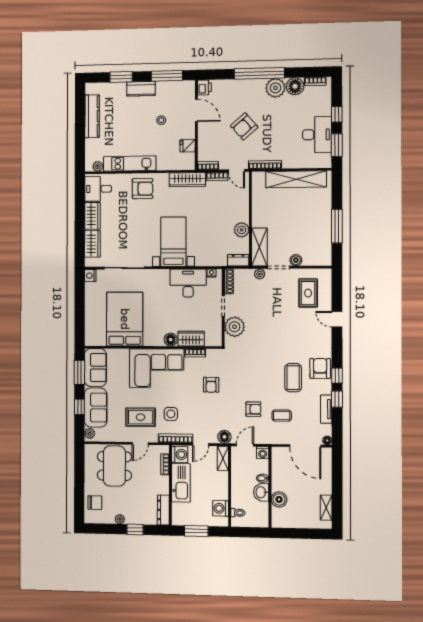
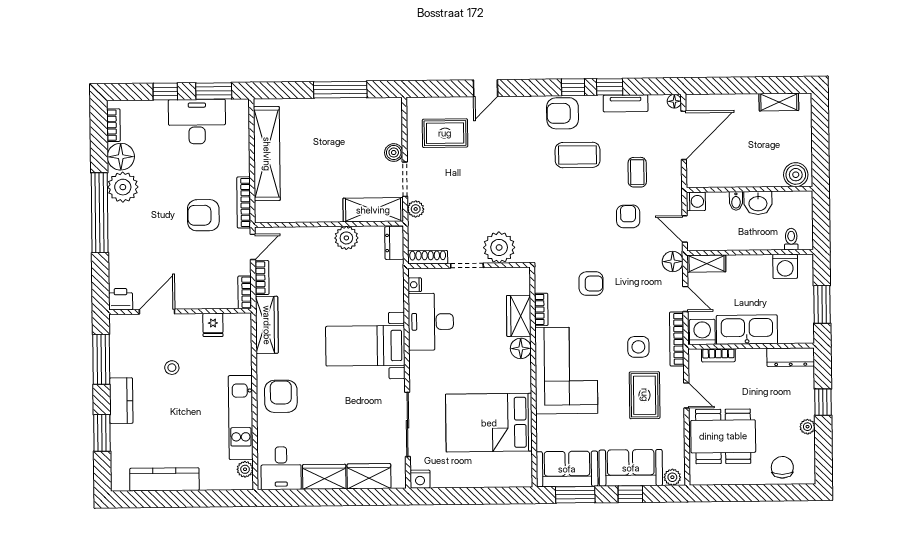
armchair: (244, 126) -> (203, 215), moved, turned 131
boiler: (279, 499) -> (796, 175), moved

